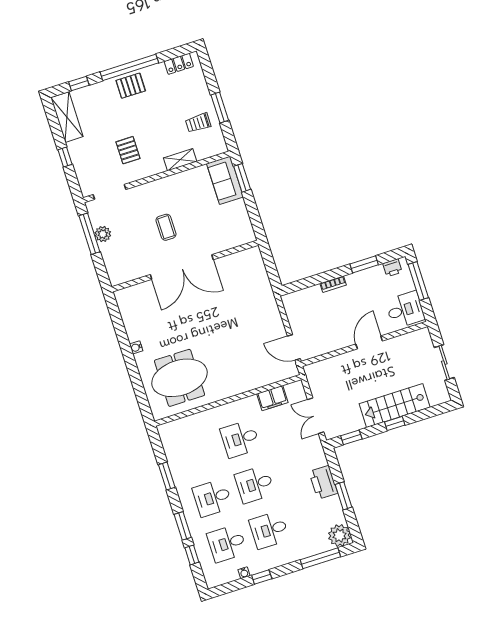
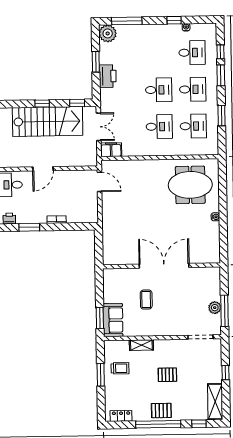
pallet: (128, 150) -> (167, 375), moved, turned 90
coffee table: (166, 227) -> (146, 300), moved
filing cabinet: (272, 398) -> (111, 150), moved
stairs: (395, 406) -> (48, 121), width x1.36, depth x1.51
desk: (269, 530) -> (193, 126), moved

